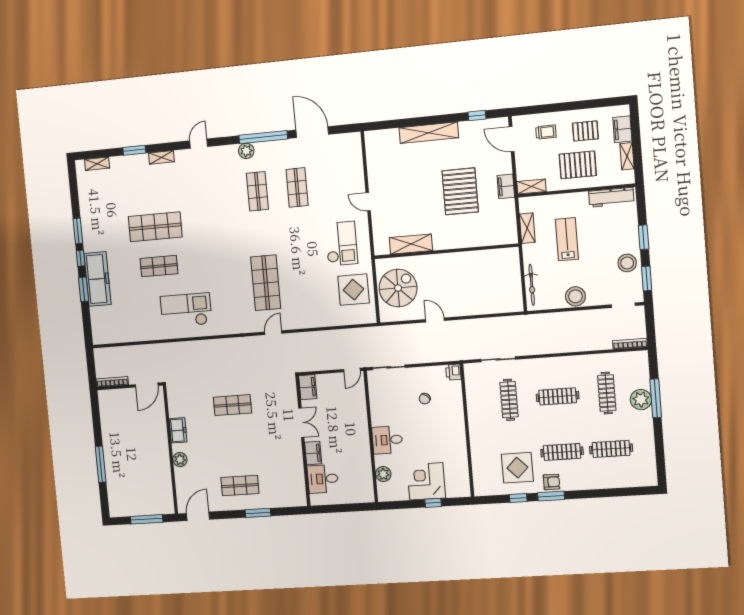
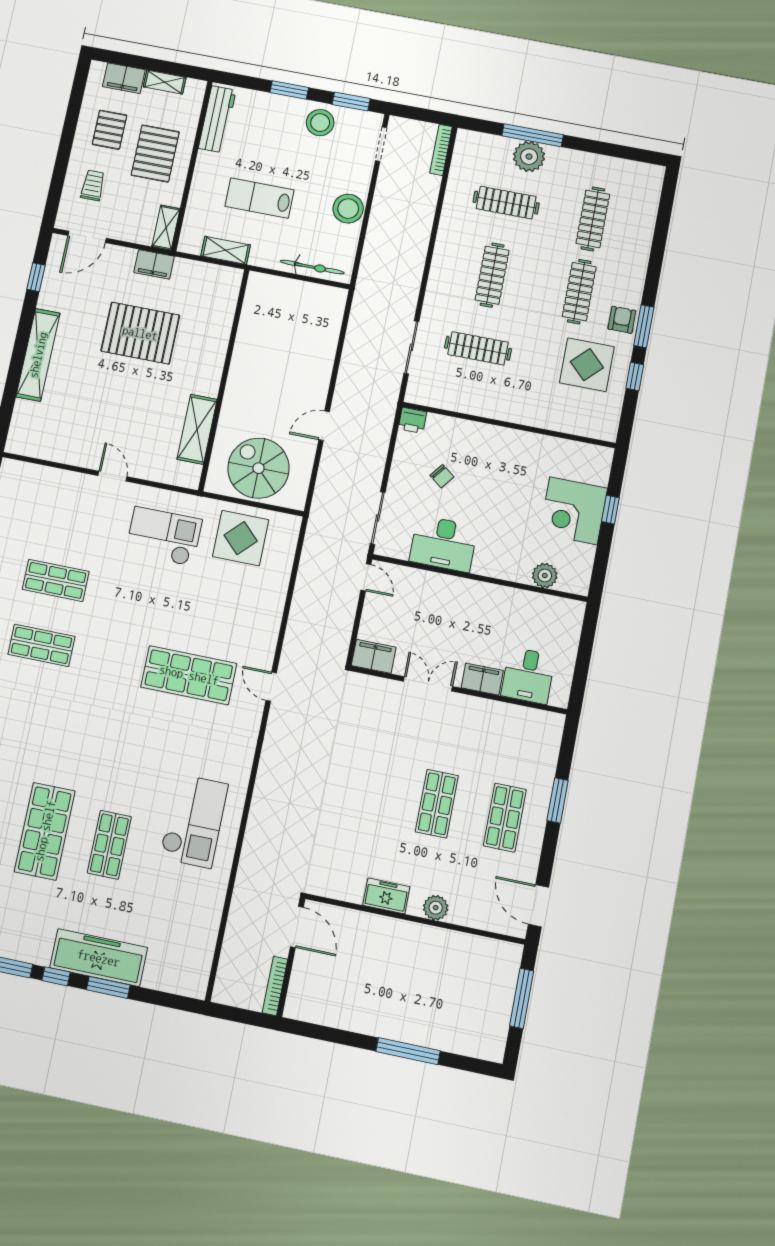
door: (368, 202) -> (112, 476), swing flipped
checkout: (186, 310) -> (194, 821), turned 180
shop shelf: (232, 405) -> (437, 804), moved
desk: (387, 440) -> (443, 544), moved, width x1.37

